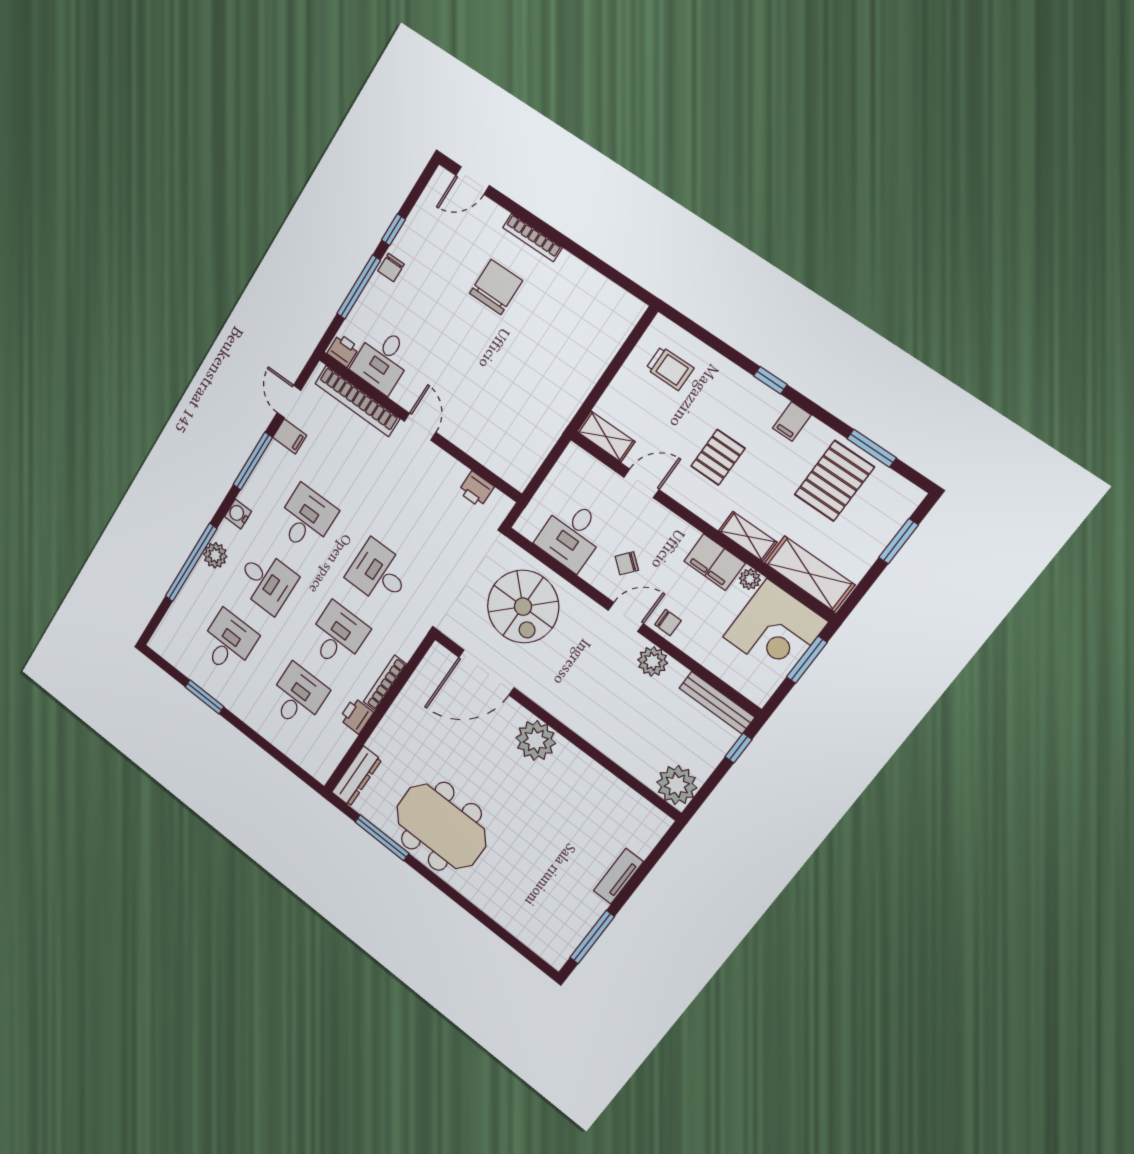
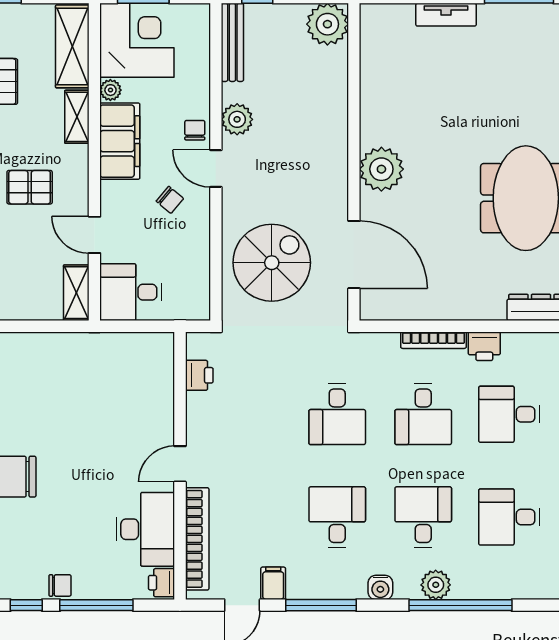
desk: (382, 360) -> (145, 529), width x1.37
desk: (306, 519) -> (337, 517), turned 90
desk: (571, 535) -> (131, 292), moved, turned 180
filing cabinet: (715, 562) -> (120, 141), width x1.50, depth x1.17
desk: (338, 636) -> (423, 414), turned -90

